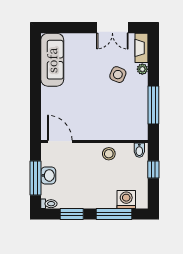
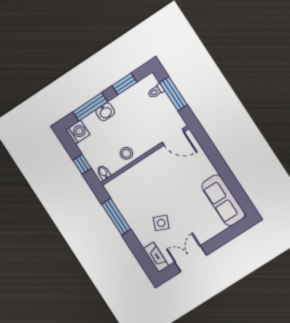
plant: (142, 69) -> (144, 240), removed
washbasin: (48, 175) -> (105, 112), moved, turned -90
washing machine: (126, 199) -> (78, 132), moved, turned -90
toilet: (49, 204) -> (156, 91), moved

